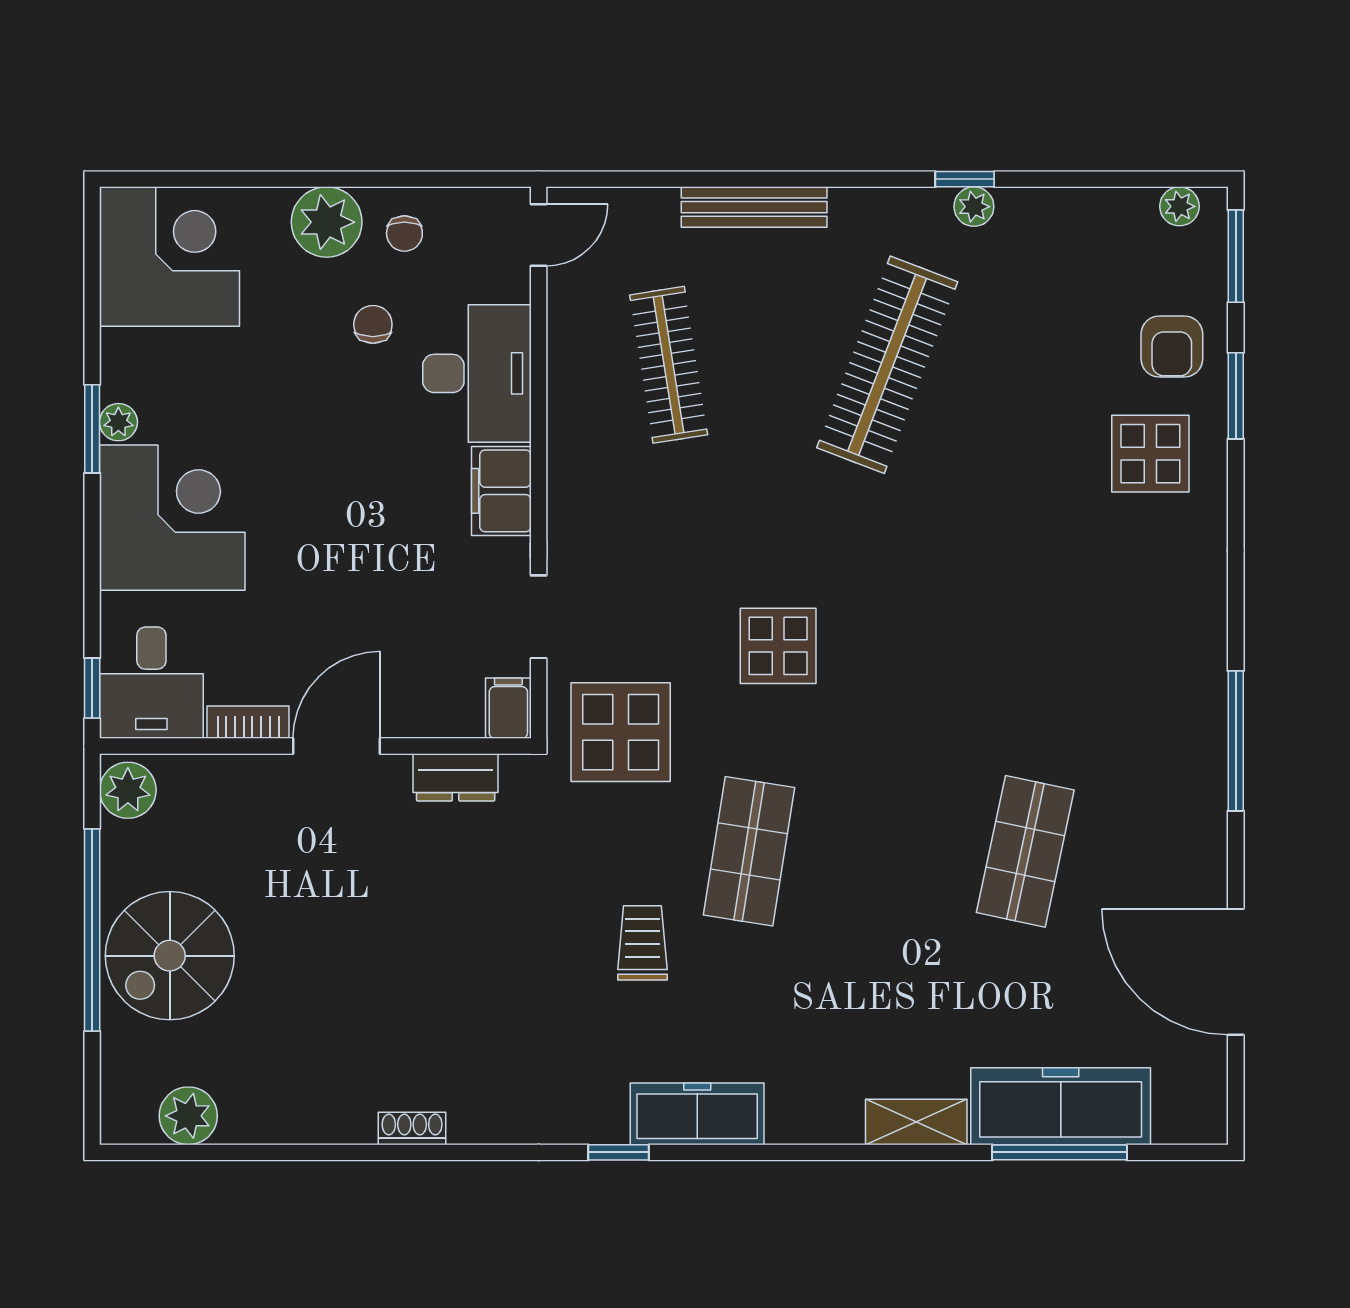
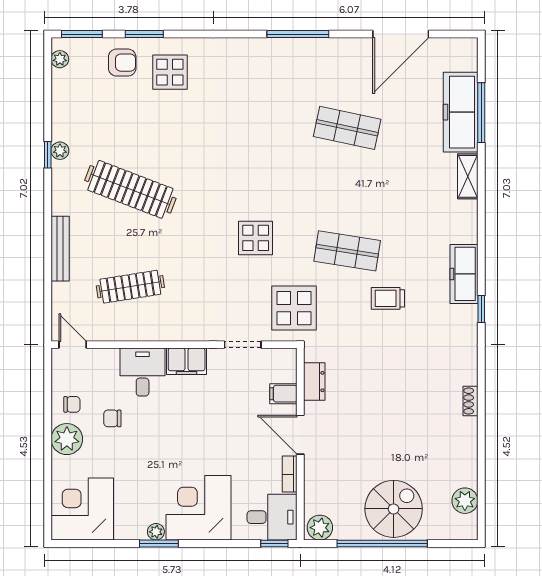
desk: (477, 373) -> (143, 372), width x0.73
filing cabinet: (508, 708) -> (283, 394), moved
spiral stairs: (170, 956) -> (394, 509), turned -90

